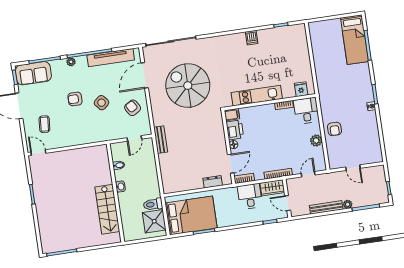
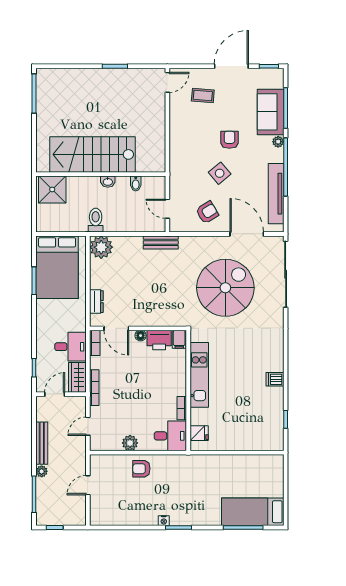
sofa: (33, 73) -> (271, 112), moved
door: (308, 174) -> (88, 426), swing flipped
plant: (171, 184) -> (101, 247), added
toilet: (153, 204) -> (96, 220), moved
stairs: (107, 209) -> (93, 154), width x1.36, depth x1.51
shower: (154, 221) -> (52, 189), moved

